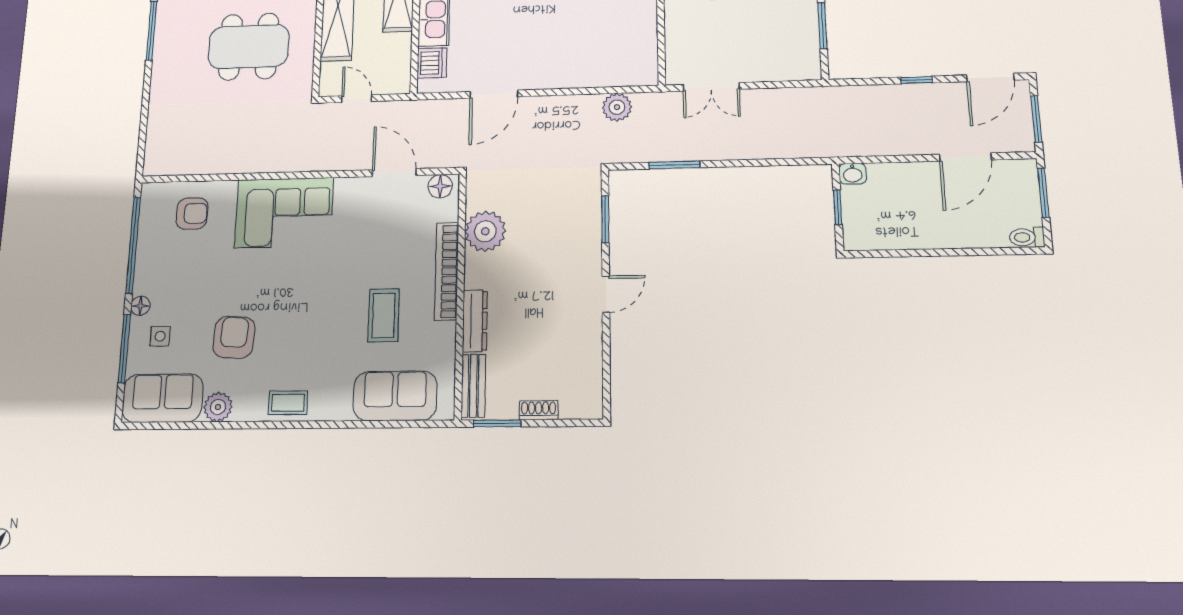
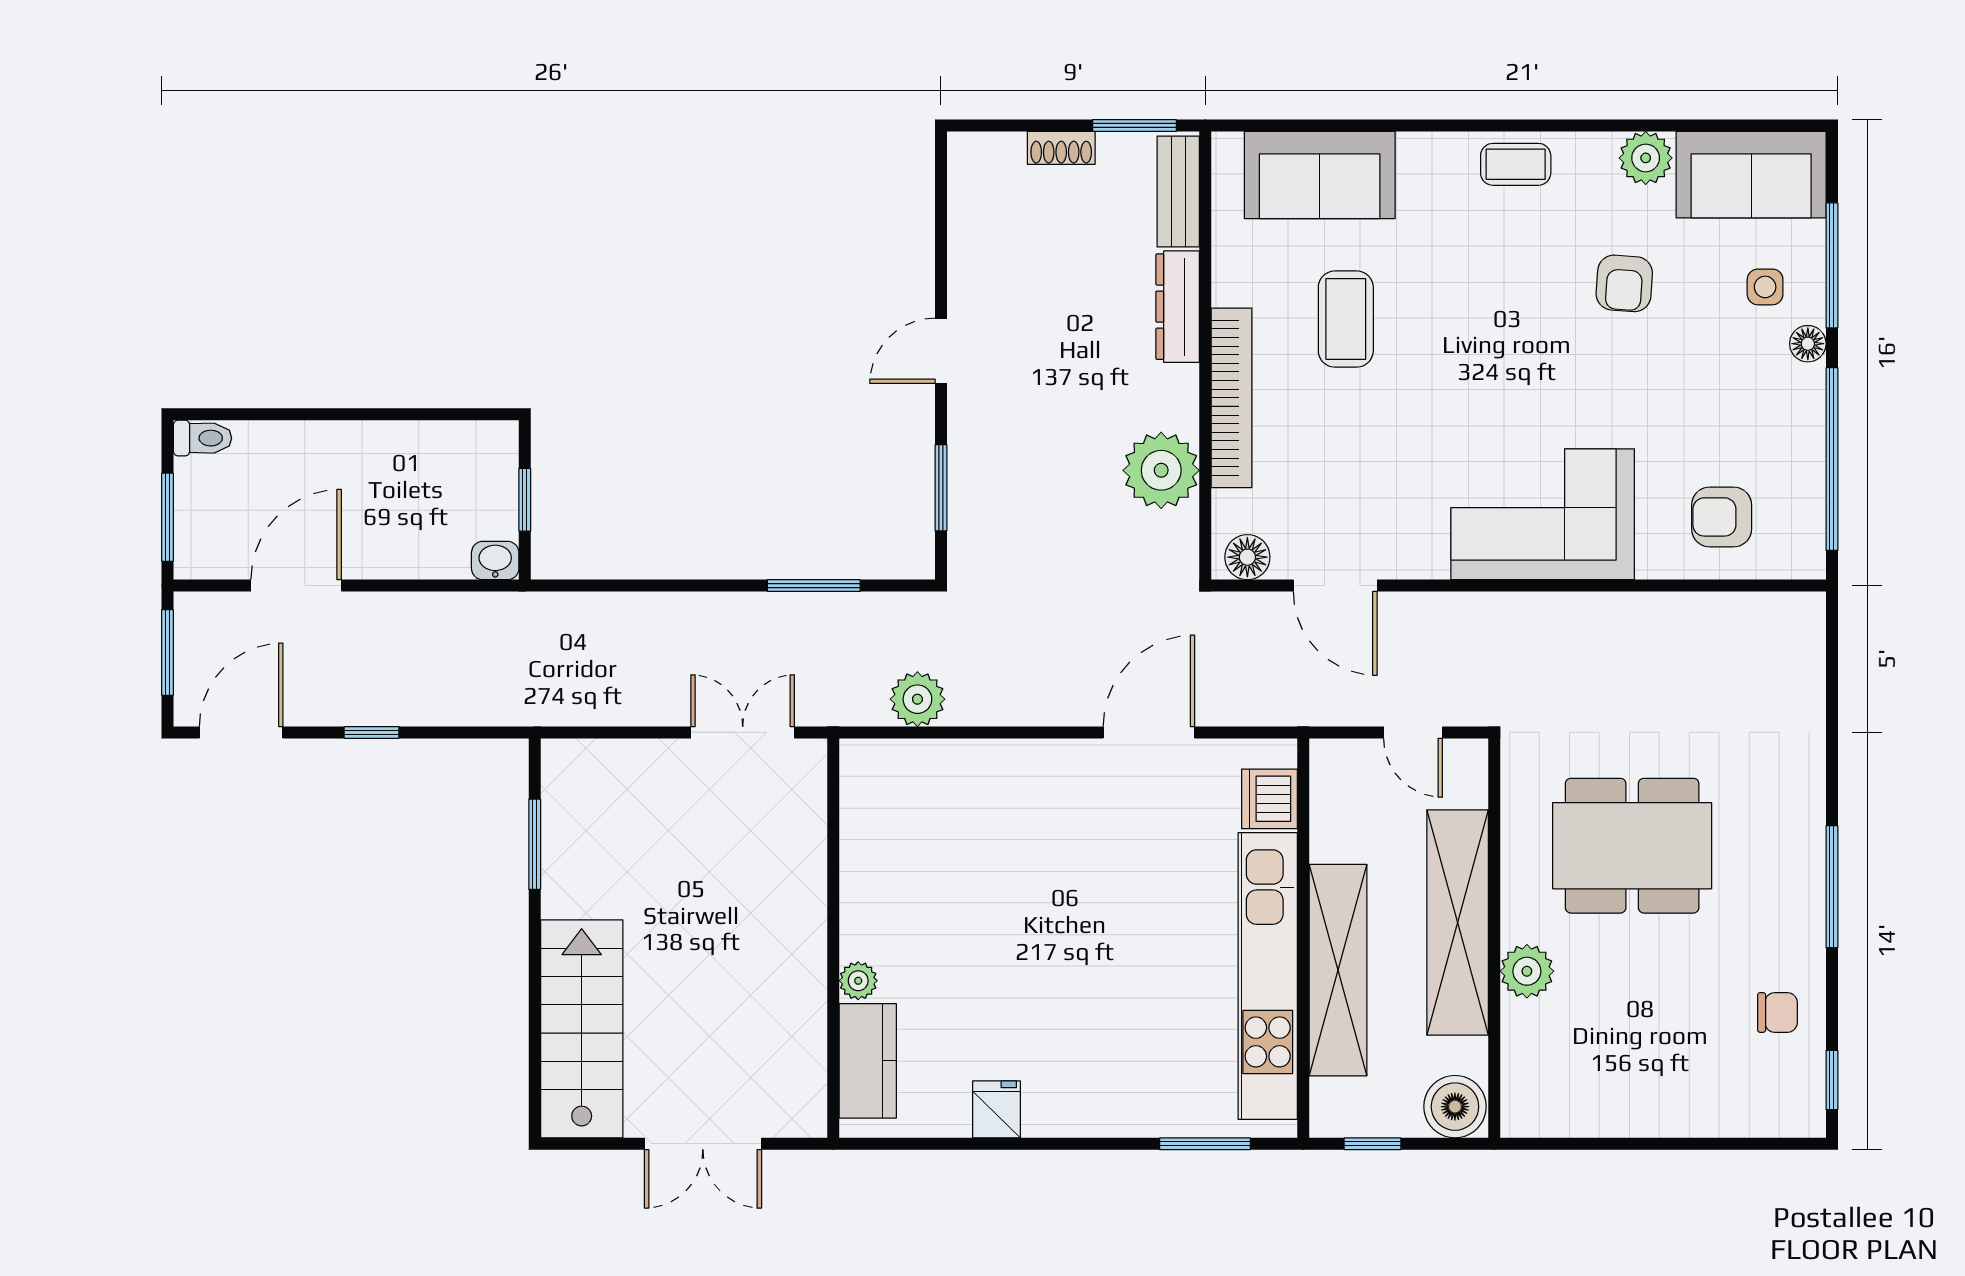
armchair: (234, 337) -> (1624, 283), width x0.72, depth x0.72

